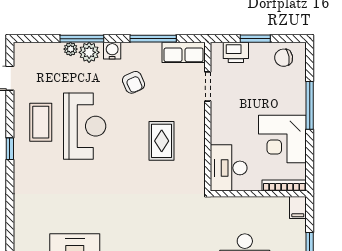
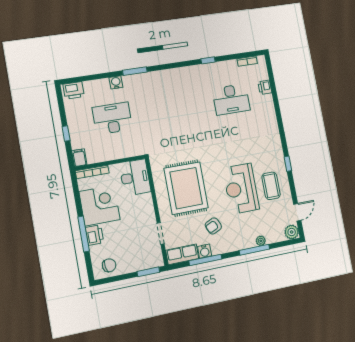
window: (255, 39) -> (148, 272), moved
water cooler: (112, 51) -> (205, 251), moved
plant: (89, 52) -> (292, 232), moved
printer: (236, 52) -> (94, 235), moved, turned 90
armchair: (134, 82) -> (213, 226), turned -90
rug: (162, 141) -> (186, 188), width x1.86, depth x2.06

